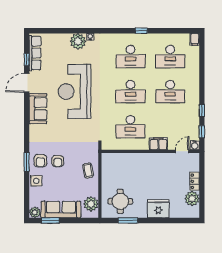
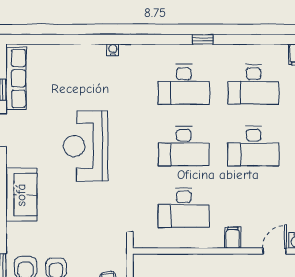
plant: (78, 41) -> (92, 58), removed
reception desk: (75, 92) -> (86, 146), width x0.74, depth x0.77
sofa: (38, 109) -> (21, 195), moved
filing cabinet: (158, 144) -> (233, 238), width x0.50

